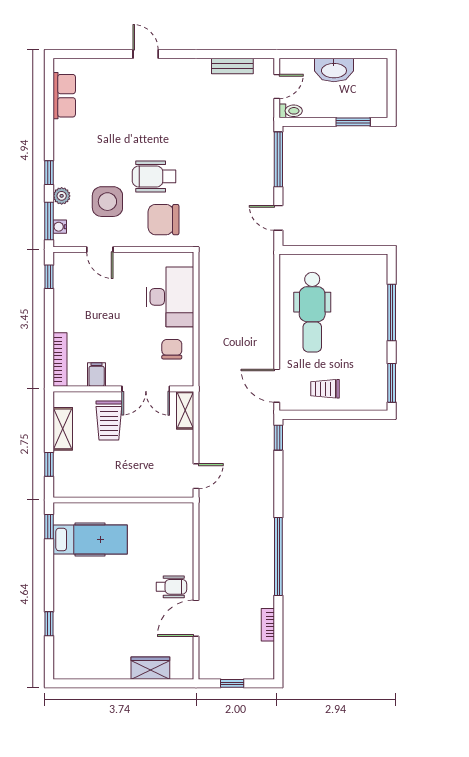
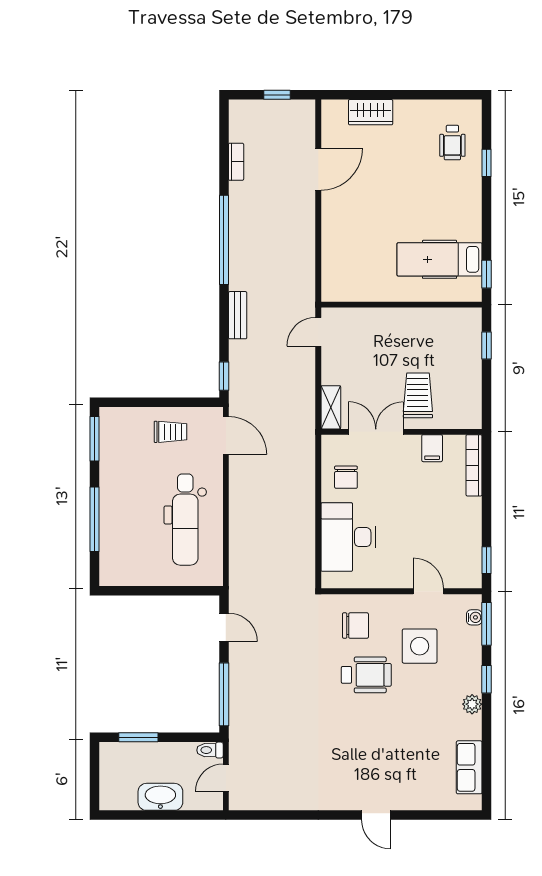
bench: (232, 66) -> (238, 315), moved, turned 90
plant: (62, 196) -> (472, 704), moved
chair: (164, 220) -> (355, 626), width x0.73, depth x0.73
dental chair: (312, 312) -> (185, 520), turned 180
shelving: (63, 429) -> (471, 386), removed
wheelchair: (171, 587) -> (452, 143), moved, turned -90

